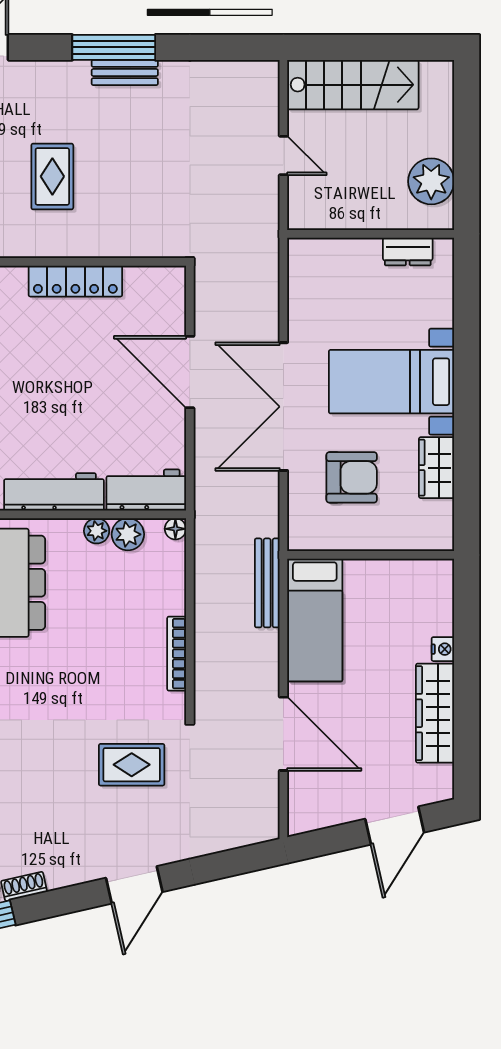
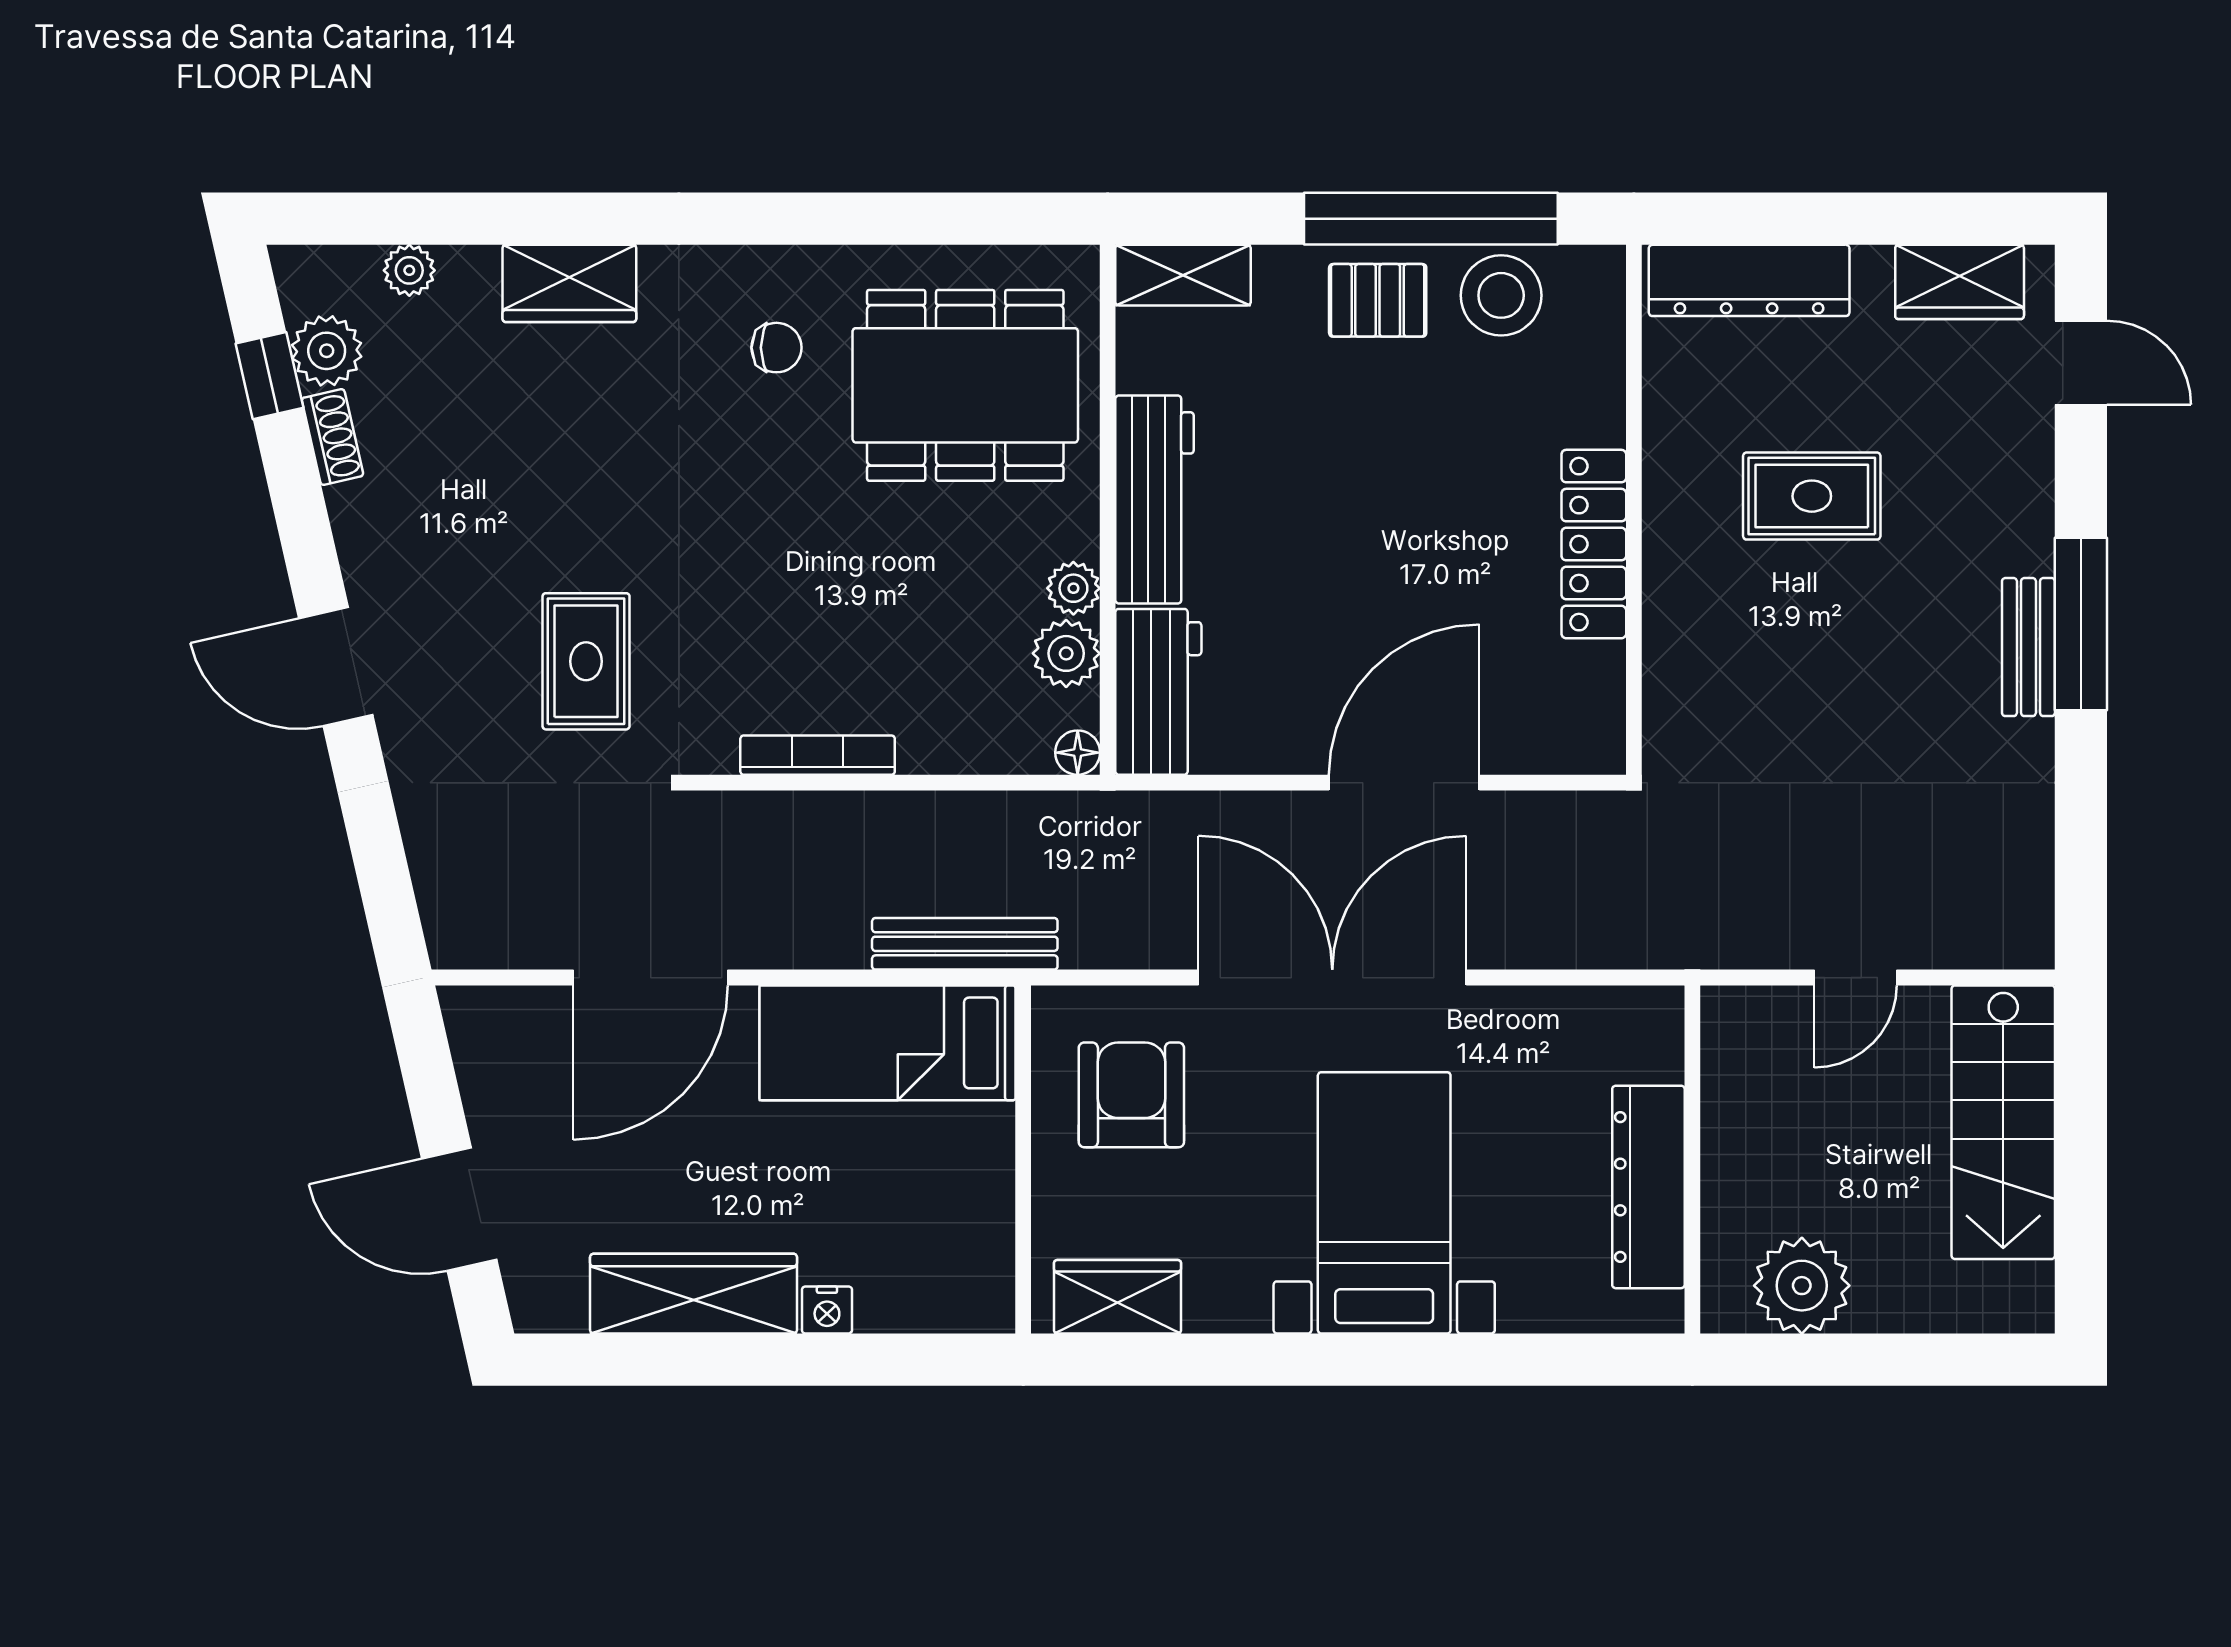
dresser: (408, 251) -> (1648, 1187), width x1.96, depth x1.24
wardrobe: (437, 468) -> (1117, 1297), moved
armchair: (352, 477) -> (1131, 1095), moved, turned 180

